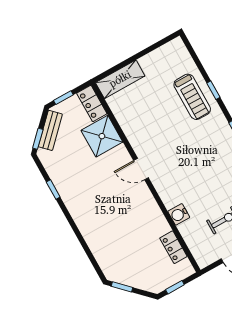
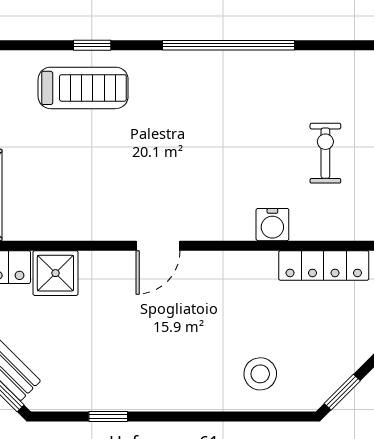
shower: (102, 136) -> (55, 273), width x0.73, depth x0.73
stool: (110, 246) -> (260, 374), added
locker: (173, 247) -> (324, 266), width x1.53

